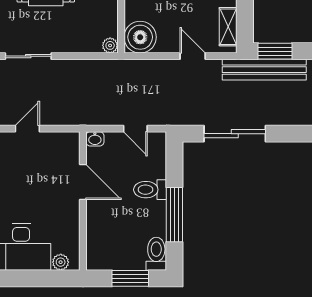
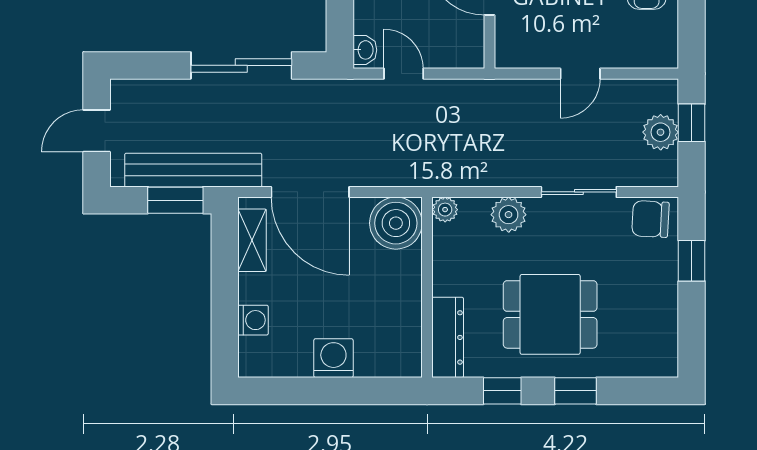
plant: (71, 42) -> (509, 215), added
door: (193, 56) -> (310, 192), width x1.88
washbasin: (95, 139) -> (365, 50), moved, turned 90

